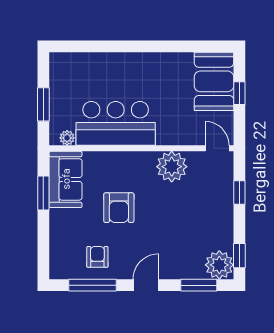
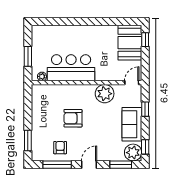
window: (239, 93) -> (145, 40), moved
door: (217, 148) -> (132, 83), hinge flipped
sofa: (66, 179) -> (132, 124), moved, turned 180
window: (43, 193) -> (28, 140), moved
armchair: (119, 208) -> (73, 118), turned 90

